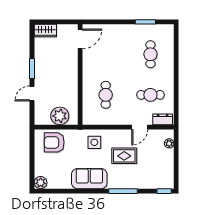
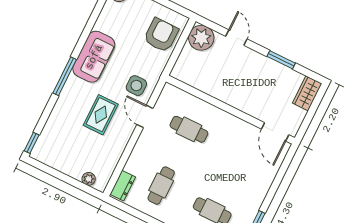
window: (32, 69) -> (281, 60), moved
plant: (60, 116) -> (201, 38), moved
door: (140, 127) -> (145, 116), moved
window: (123, 191) -> (65, 76), moved

